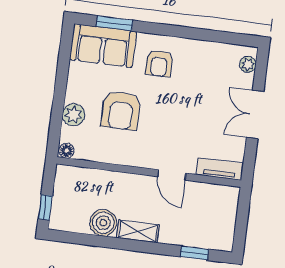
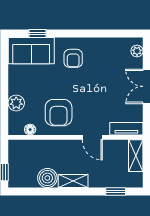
window: (115, 23) -> (37, 34), width x0.67
armchair: (121, 110) -> (59, 113), moved
floor lamp: (67, 151) -> (30, 130), moved
shelving: (228, 207) -> (136, 156), added

